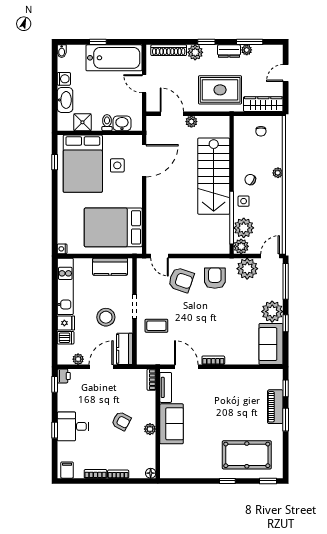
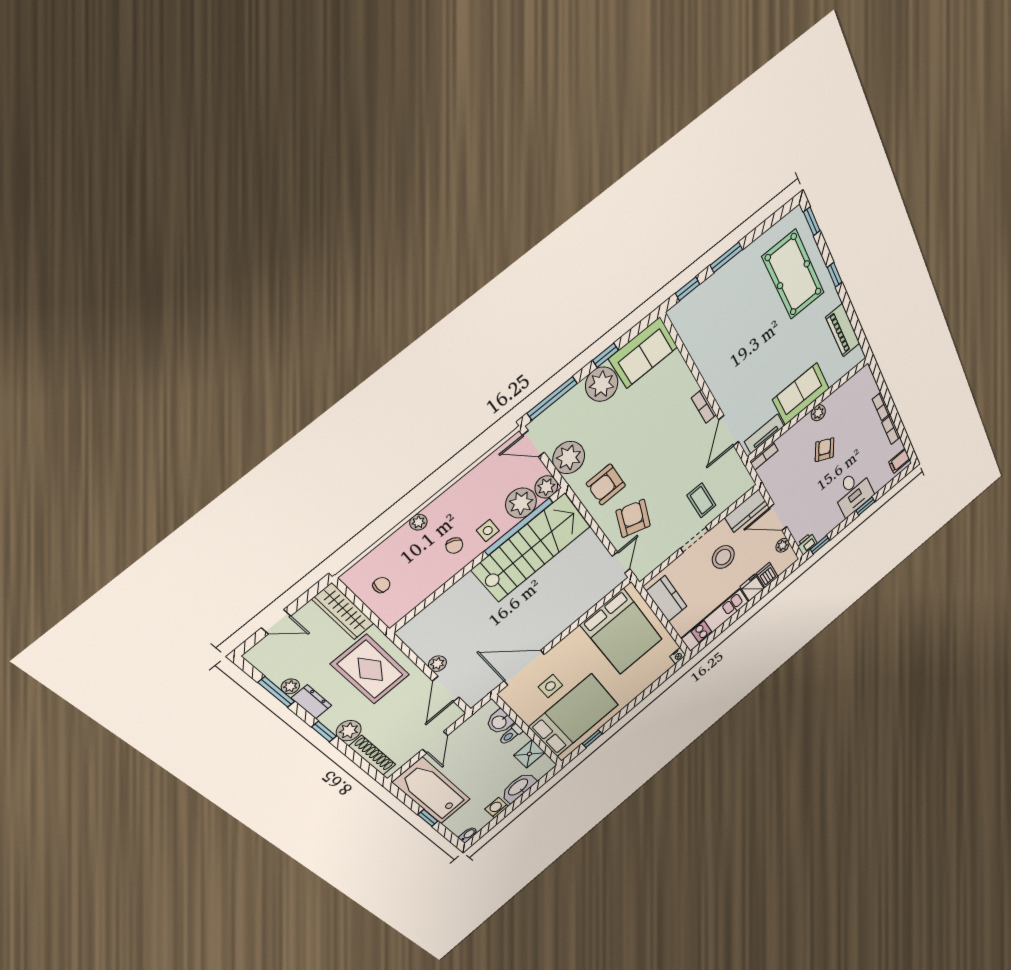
stairs: (214, 176) -> (531, 548), moved
piano: (275, 407) -> (843, 330), moved, turned 90
floor lamp: (151, 473) -> (865, 372), removed

